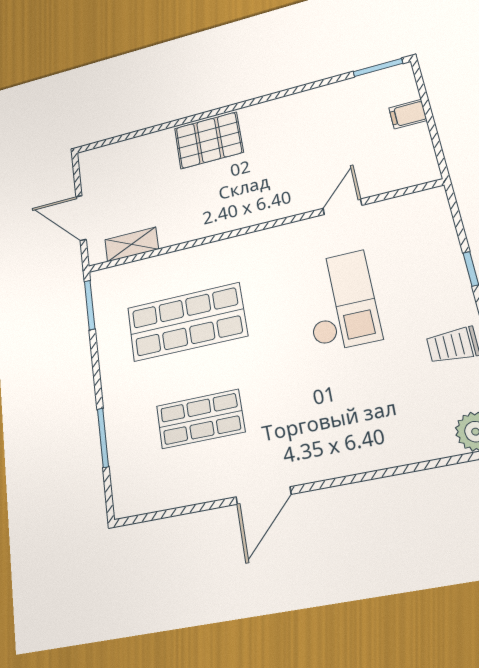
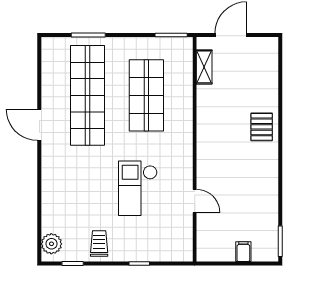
pallet: (209, 140) -> (262, 127), width x0.67, depth x0.71
checkout: (340, 301) -> (138, 188), turned 90
shop shelf: (200, 419) -> (88, 95), width x2.00, depth x1.36

